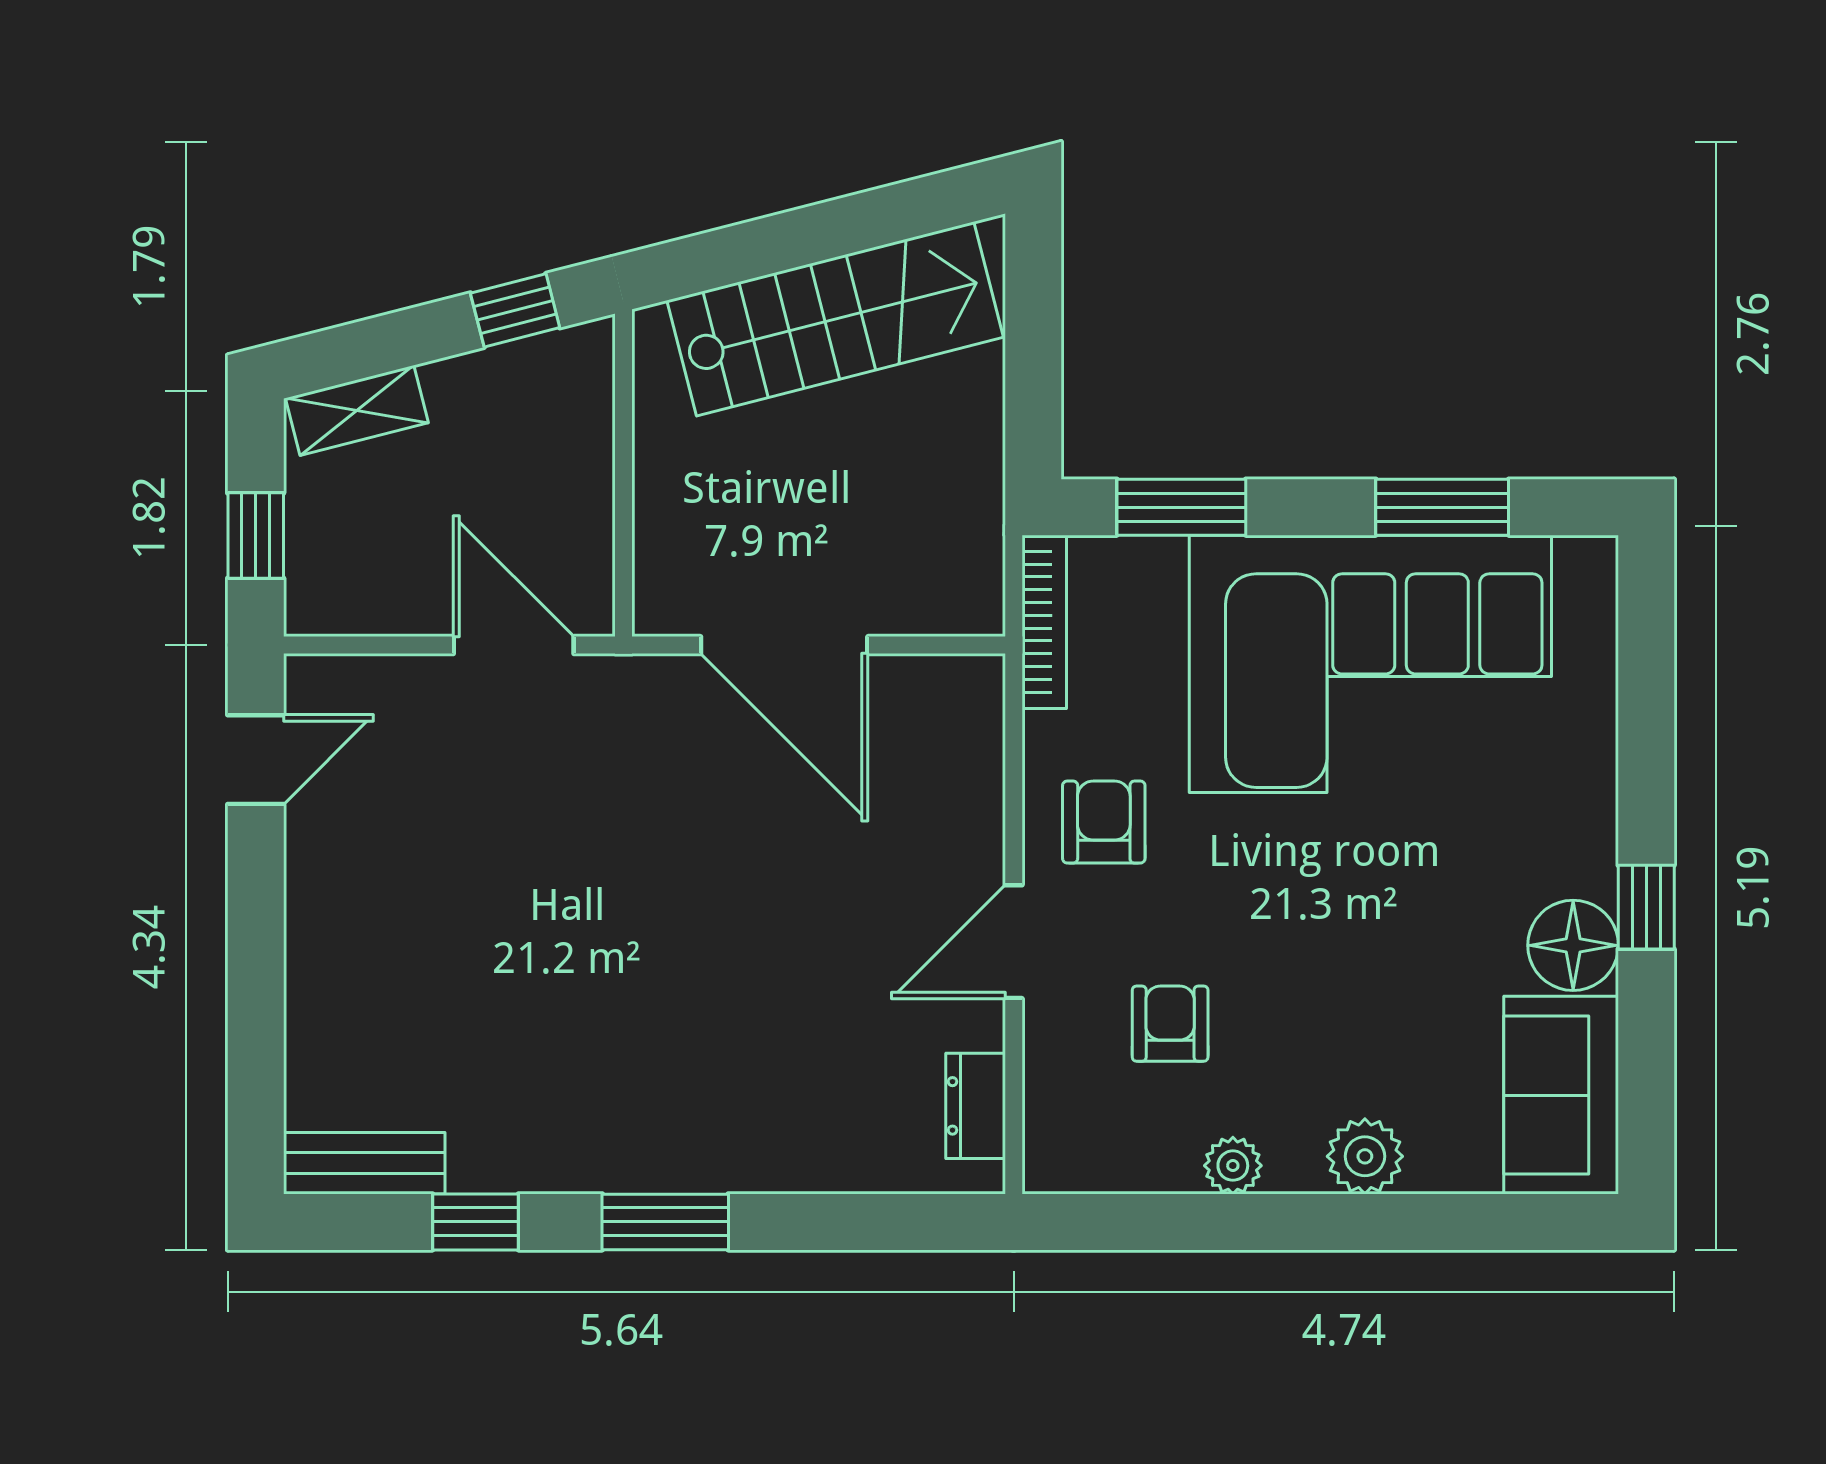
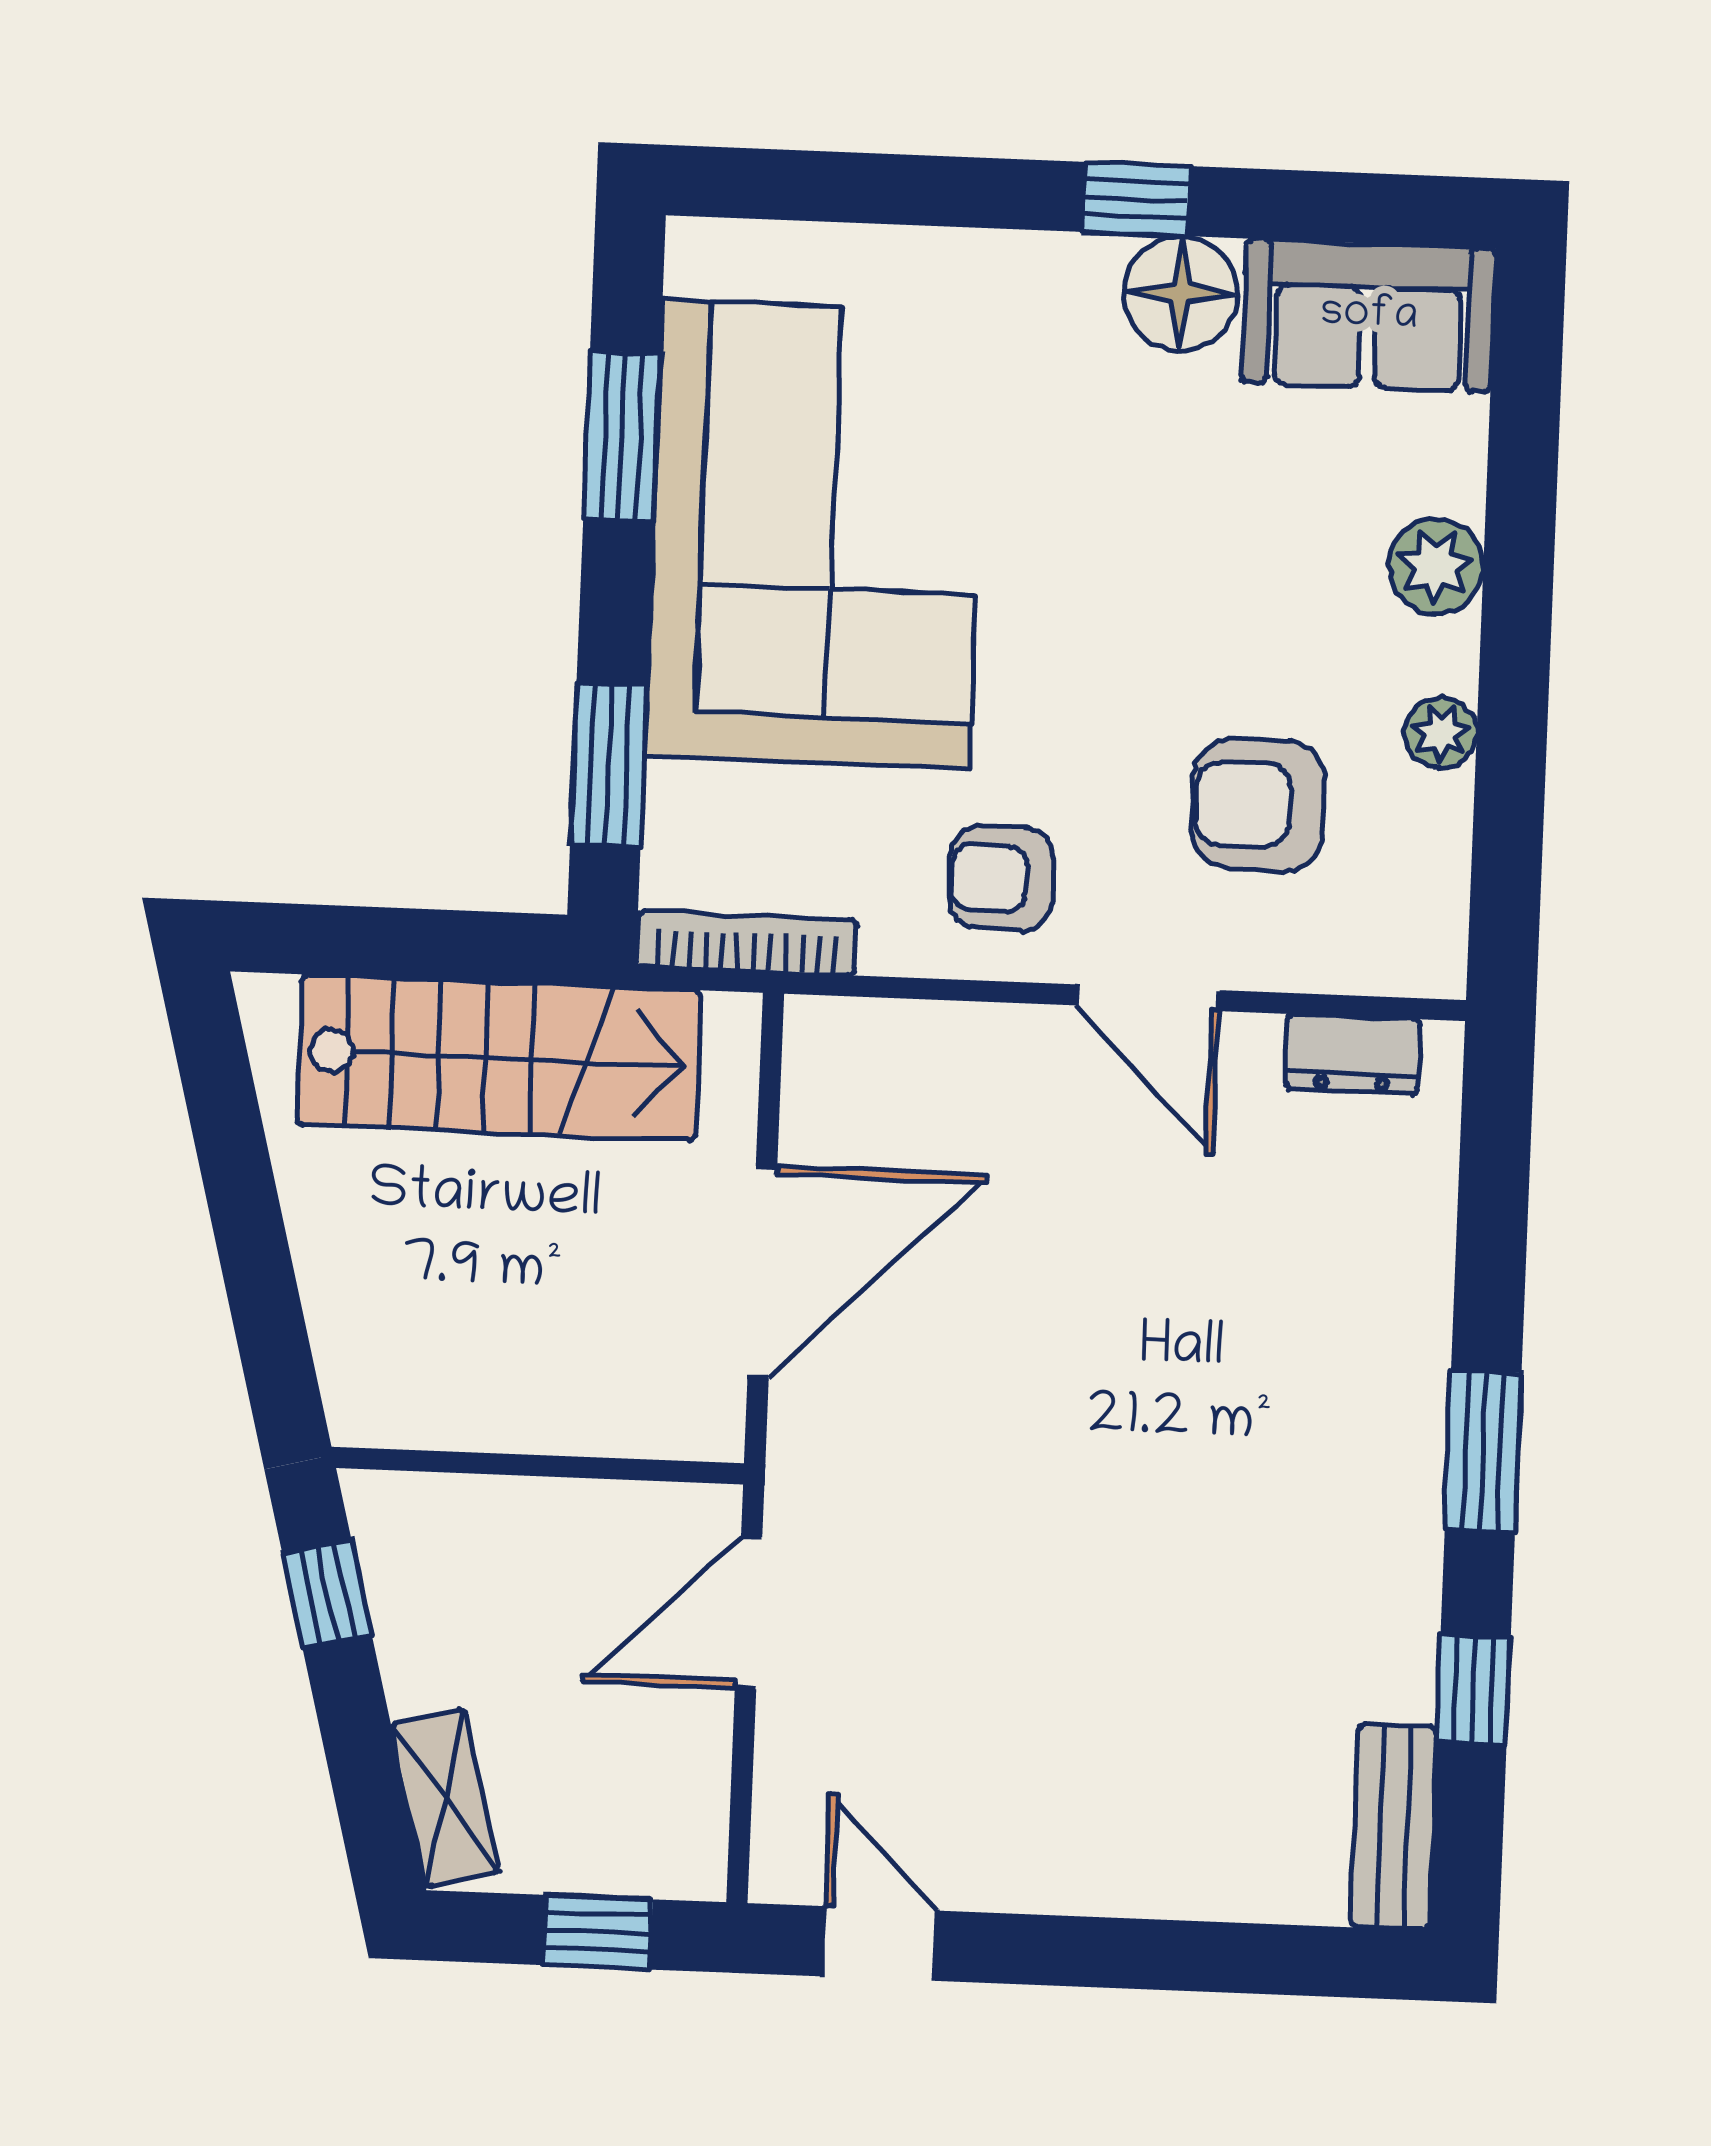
stairs: (835, 319) -> (499, 1058), moved, turned 104
armchair: (1170, 1024) -> (1259, 805), width x1.38, depth x1.38

